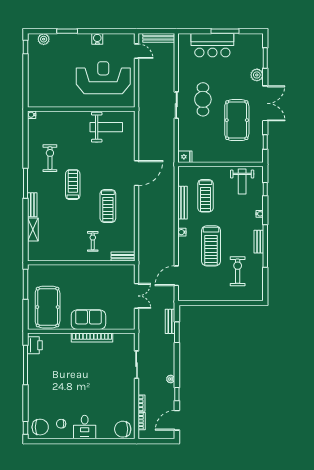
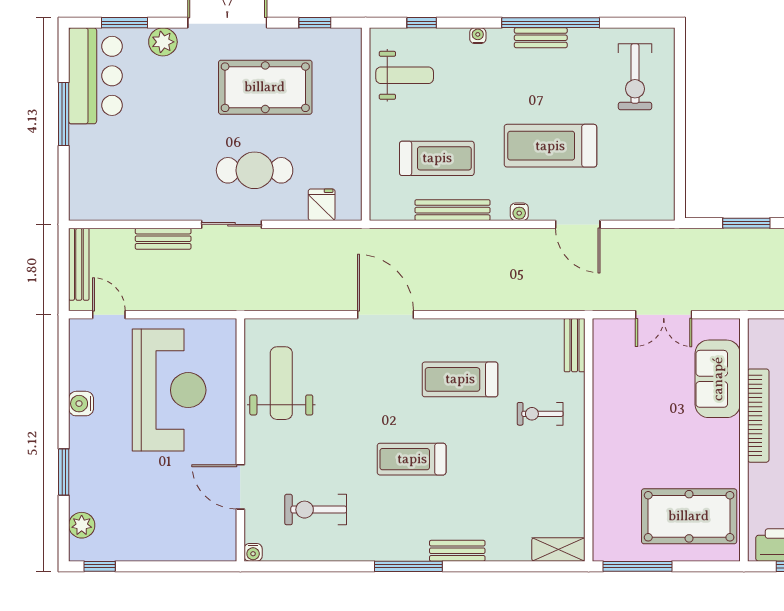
bar counter: (212, 45) -> (95, 76), moved
door: (137, 51) -> (109, 315), hinge flipped
reception desk: (103, 78) -> (169, 390), turned 180
cafe table: (203, 99) -> (255, 170), moved
door: (61, 109) -> (240, 487), added
fridge: (185, 157) -> (322, 205), moved
exercise bike: (50, 158) -> (316, 510), moved
treadmill: (108, 206) -> (460, 379), turned 180
shelving: (33, 230) -> (558, 549), moved
treadmill: (211, 246) -> (550, 146), turned 180
exercise bike: (238, 271) -> (635, 77), moved, turned -90
door: (176, 276) -> (578, 224), moved
double door: (137, 296) -> (664, 315), swing flipped
sofa: (88, 320) -> (718, 379), moved
bench: (170, 321) -> (163, 239), moved

